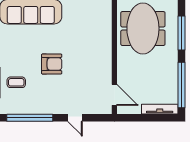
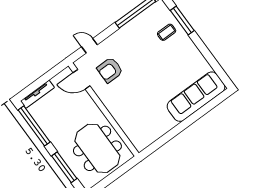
armchair: (52, 64) -> (110, 70), moved
door: (75, 118) -> (89, 46), moved

